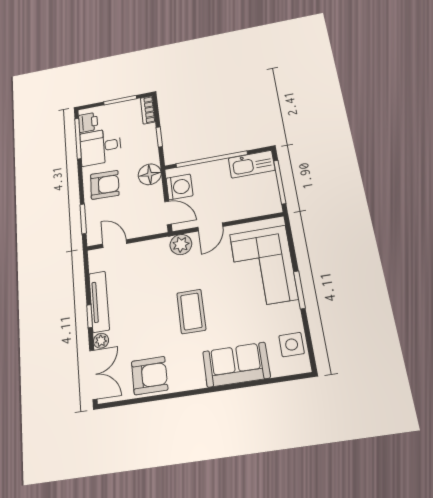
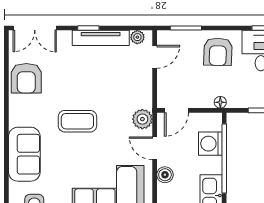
floor lamp: (150, 174) -> (220, 102), width x0.53, depth x0.53
washing machine: (179, 187) -> (210, 144), moved, turned 90
boiler: (237, 212) -> (165, 175), added
plant: (101, 341) -> (137, 37), moved

